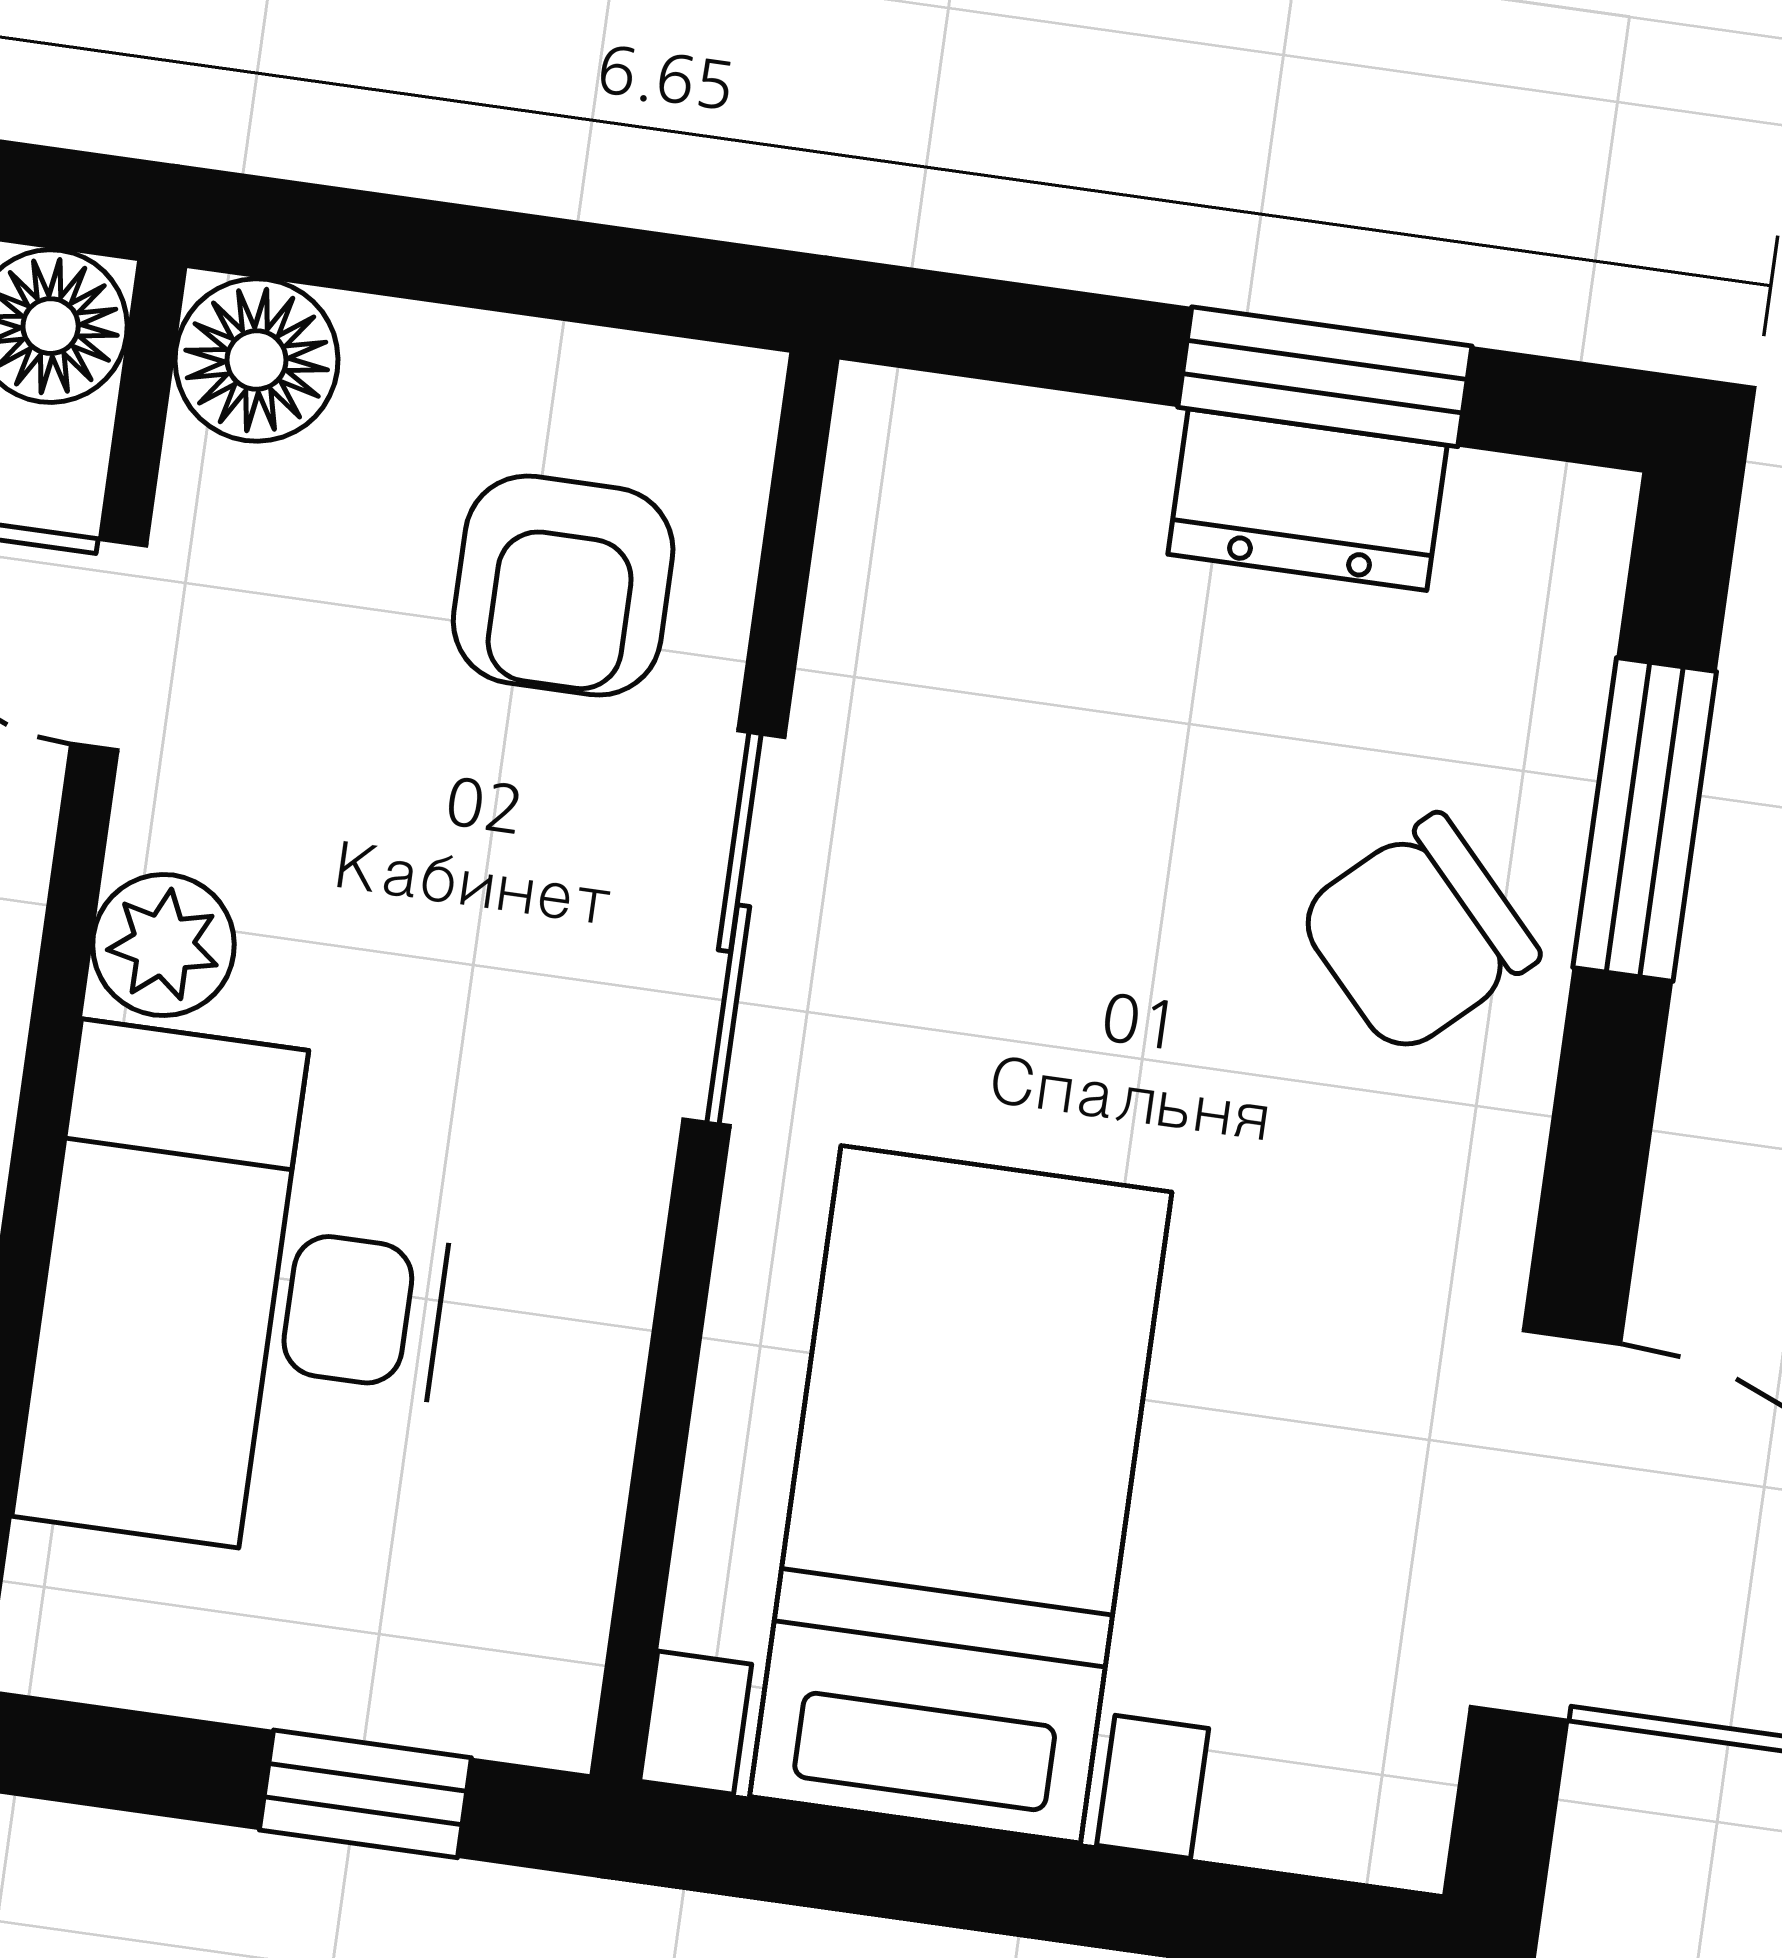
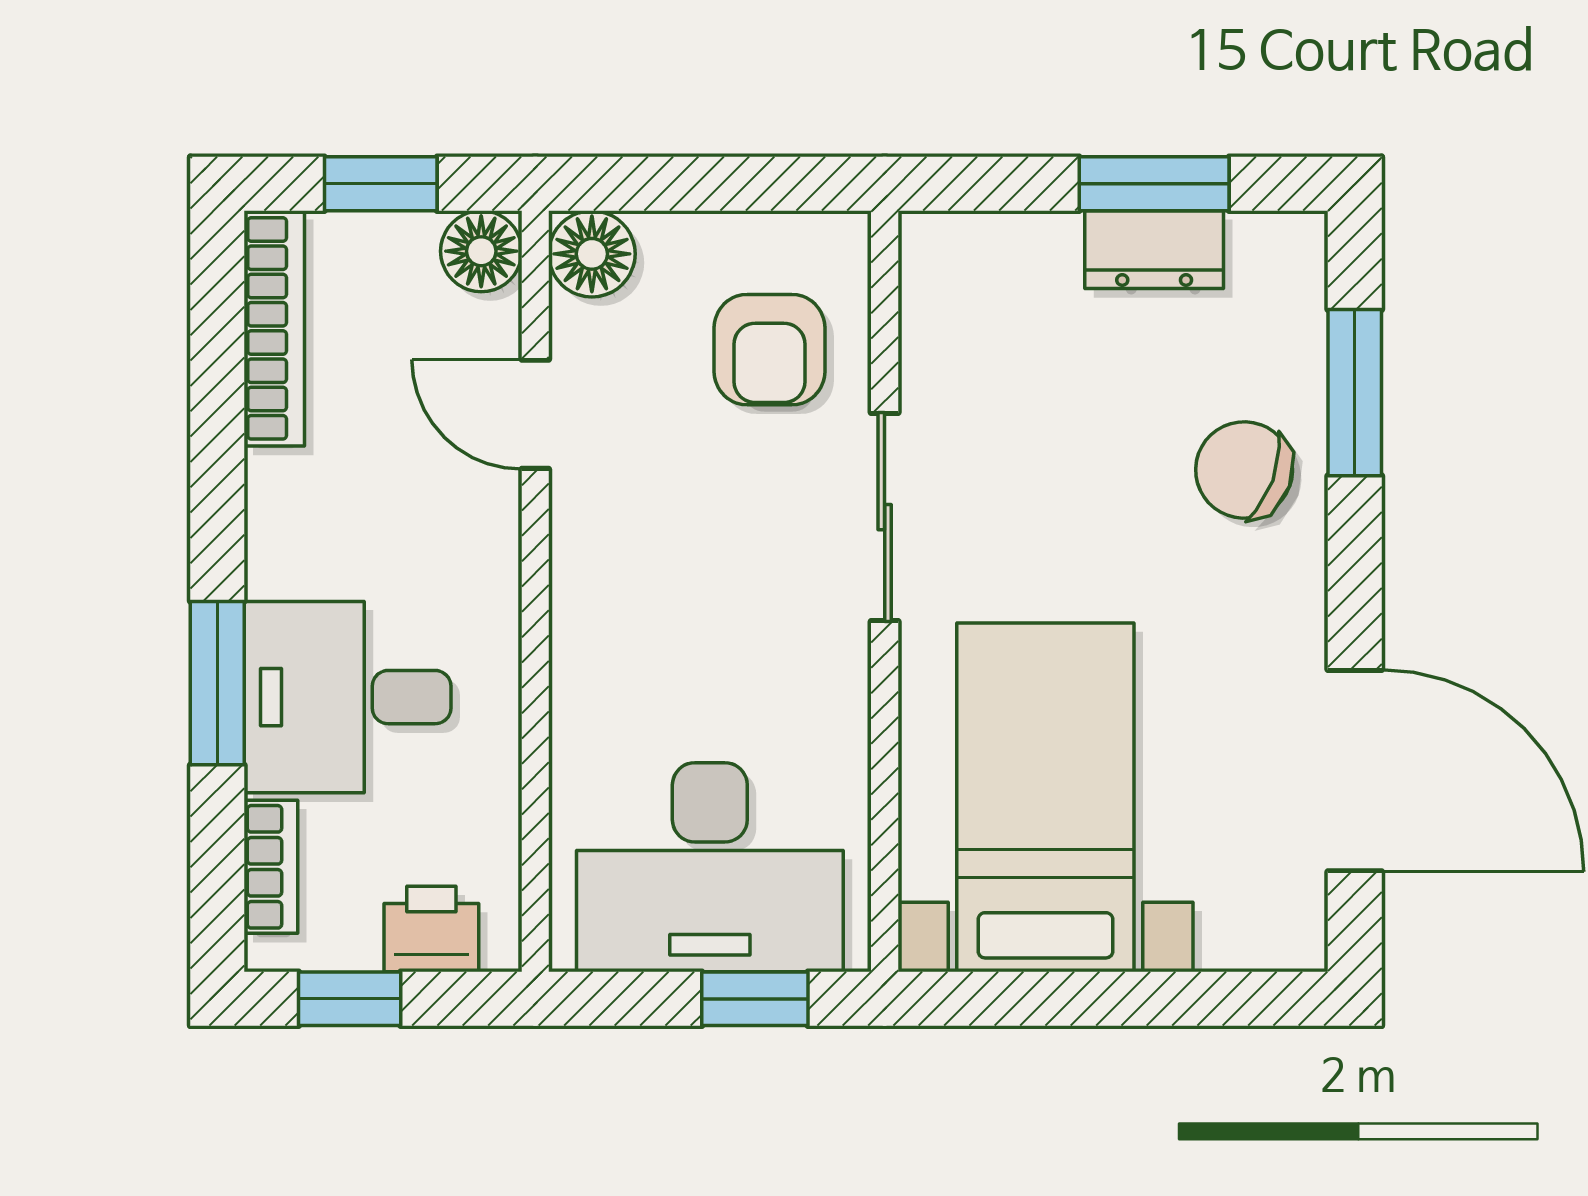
chair: (1418, 935) -> (1244, 470), turned 63
plant: (163, 945) -> (586, 568), removed
desk: (242, 1295) -> (710, 867), moved, turned -90

